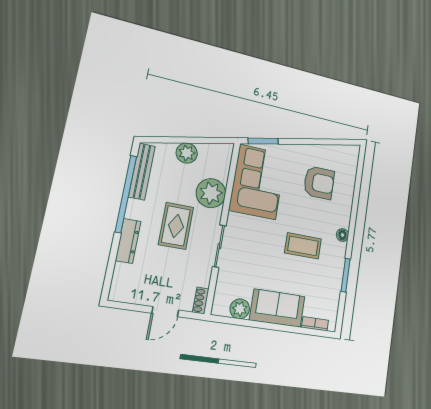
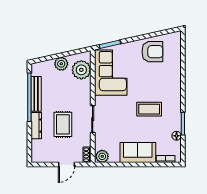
bench: (142, 172) -> (36, 94), moved
armchair: (319, 183) -> (152, 52), moved
plant: (211, 193) -> (81, 70), moved
rug: (176, 226) -> (63, 124), moved
floor lamp: (342, 235) -> (177, 136), moved
plant: (240, 309) -> (102, 156), moved

